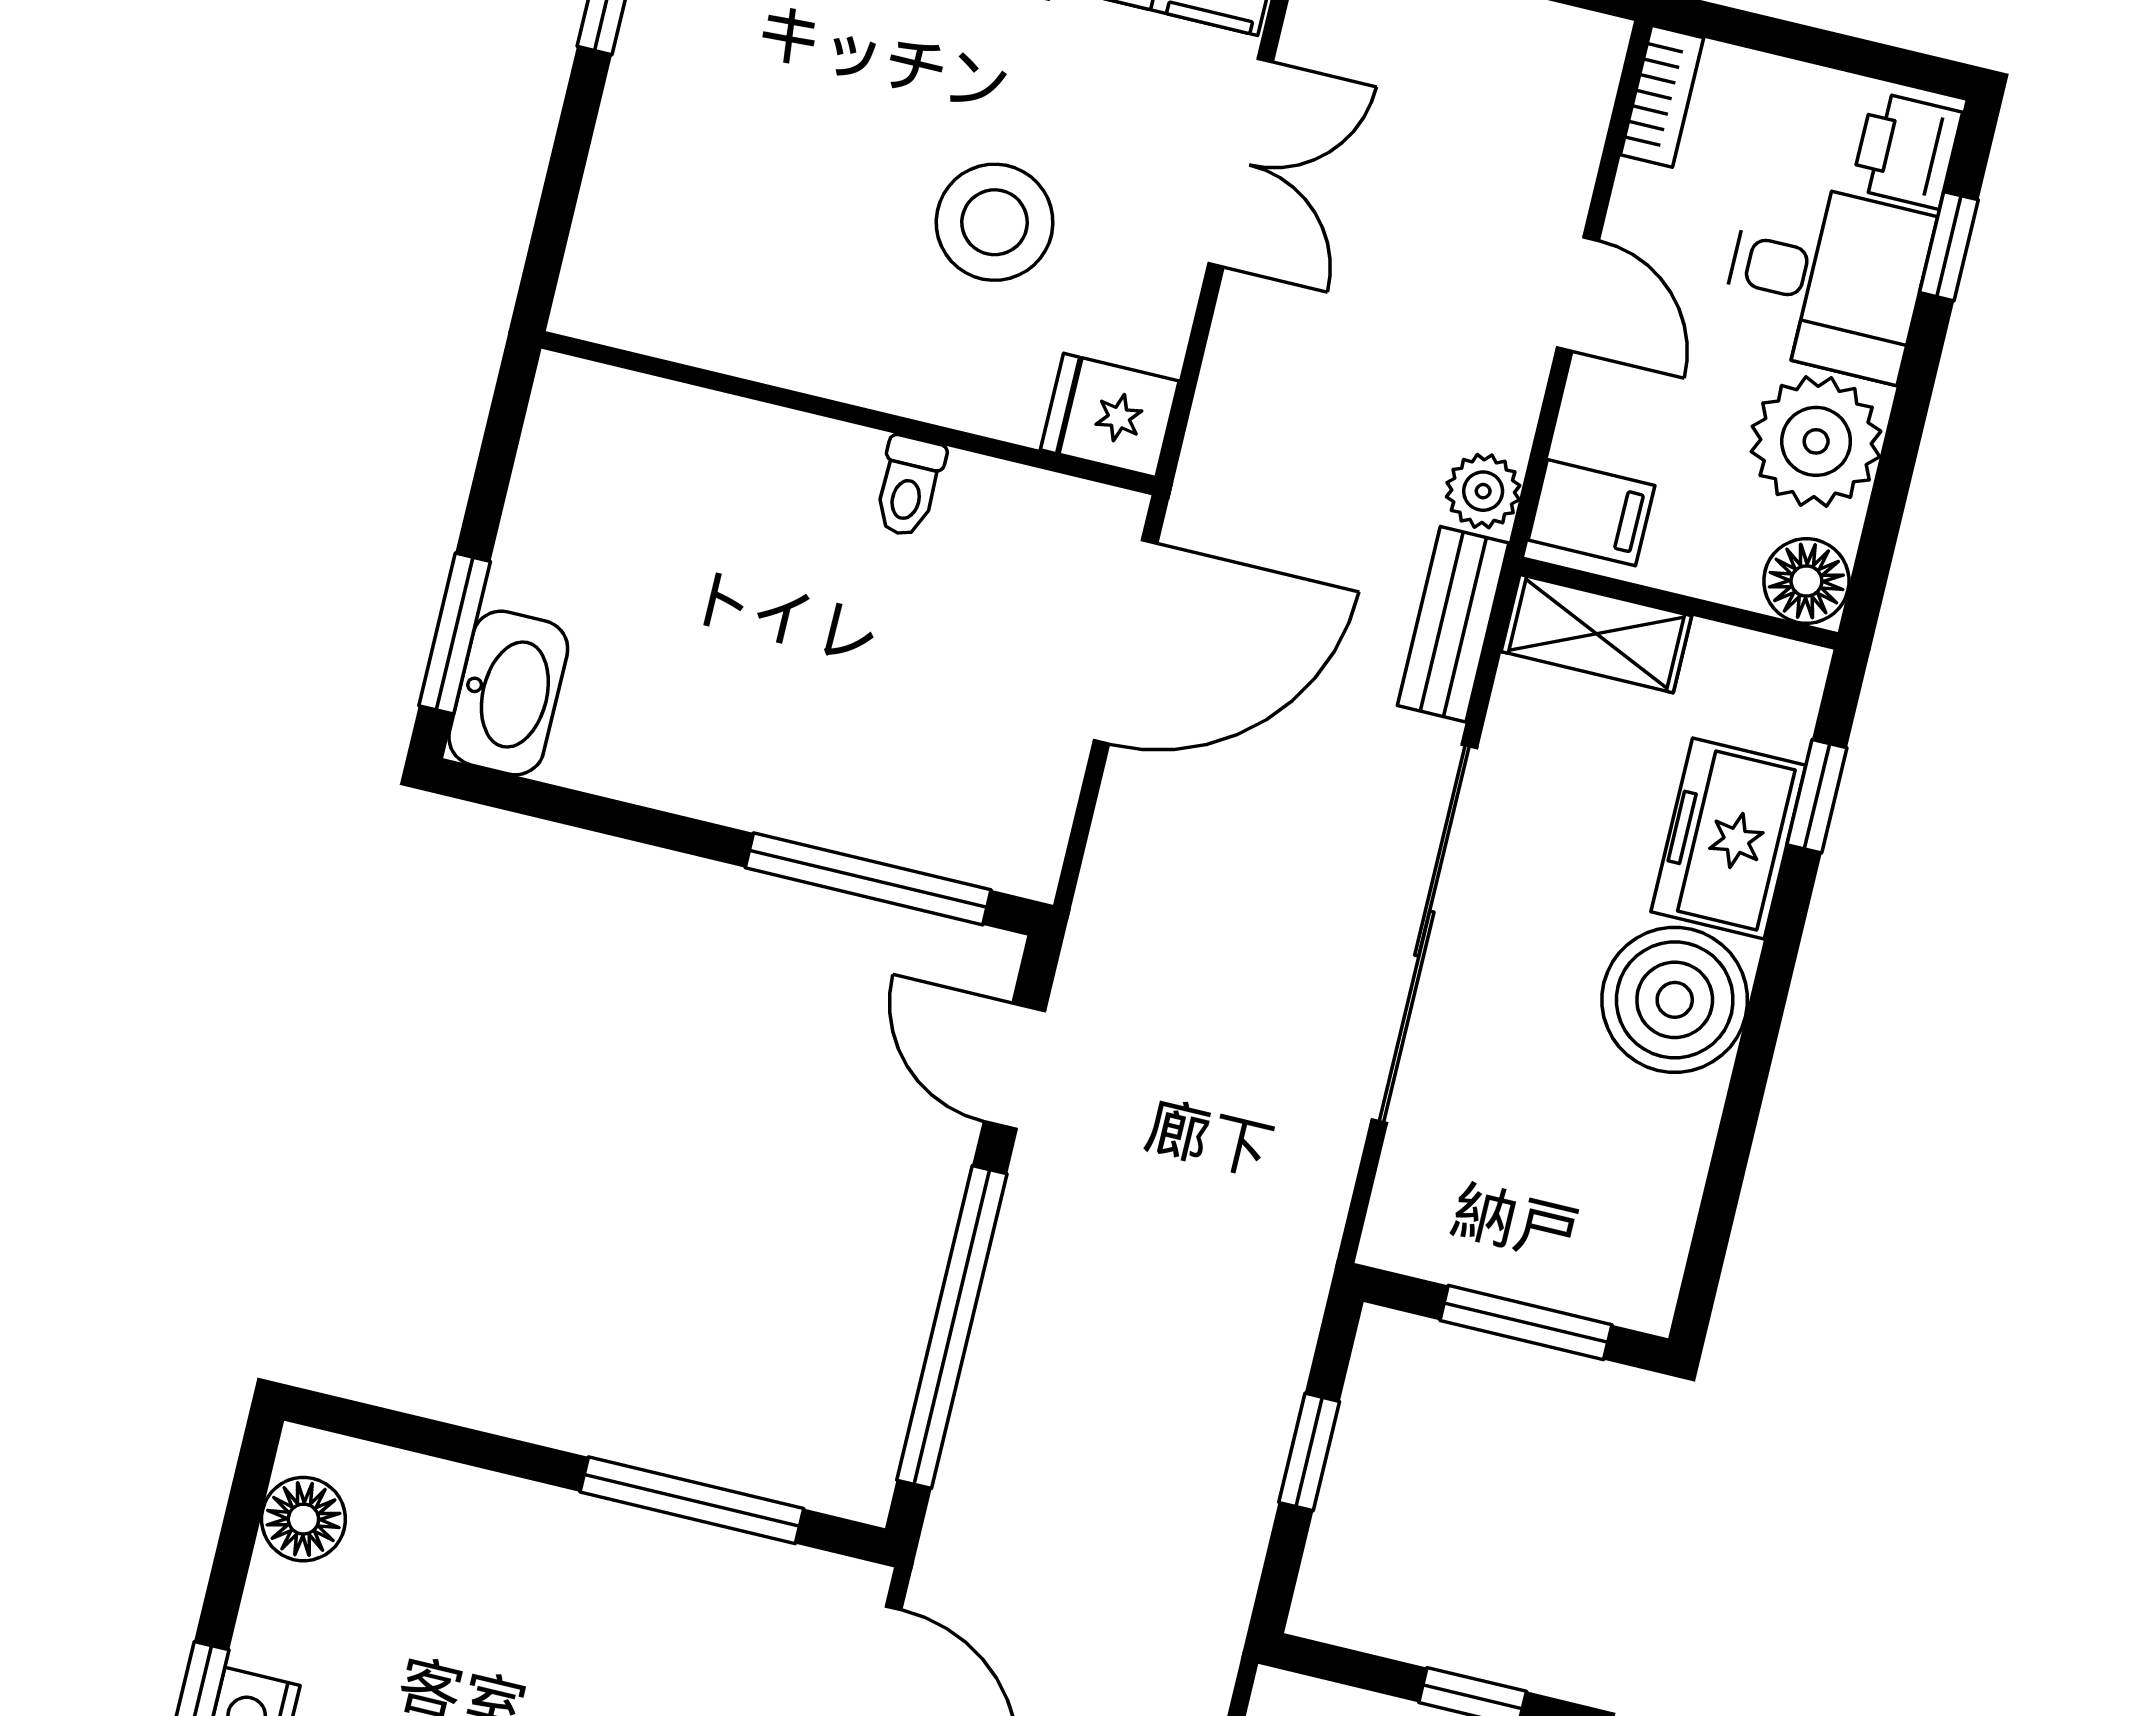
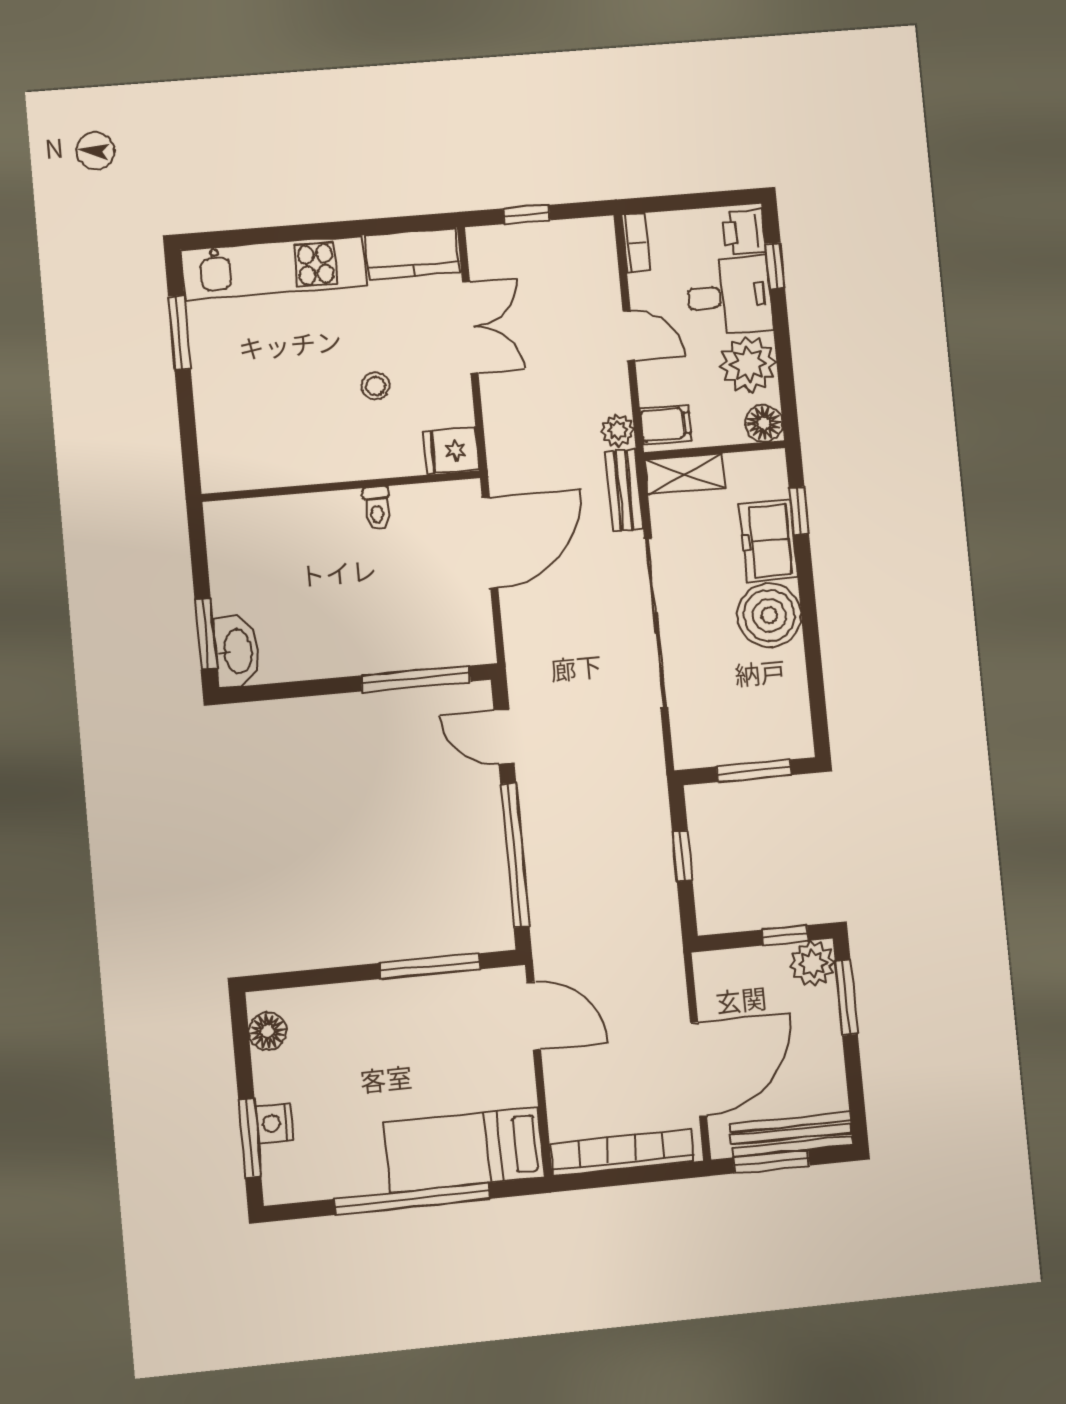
stool: (995, 222) -> (376, 386), width x0.53, depth x0.53

